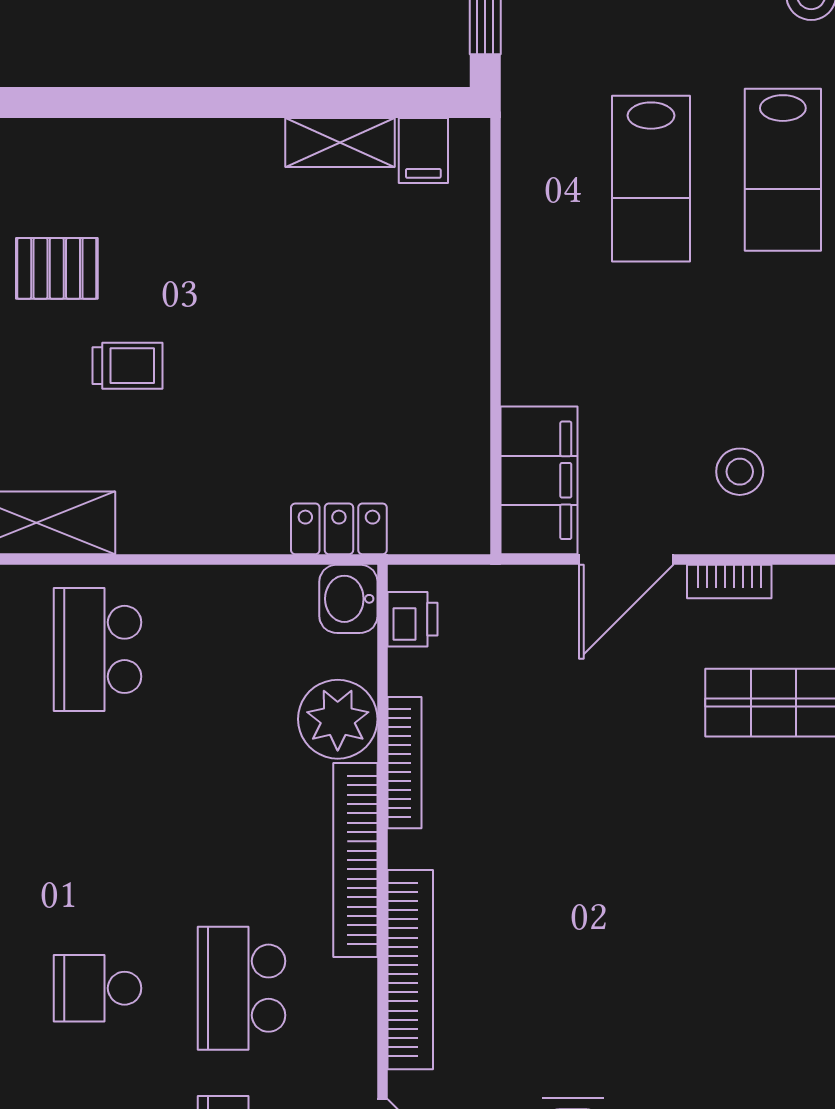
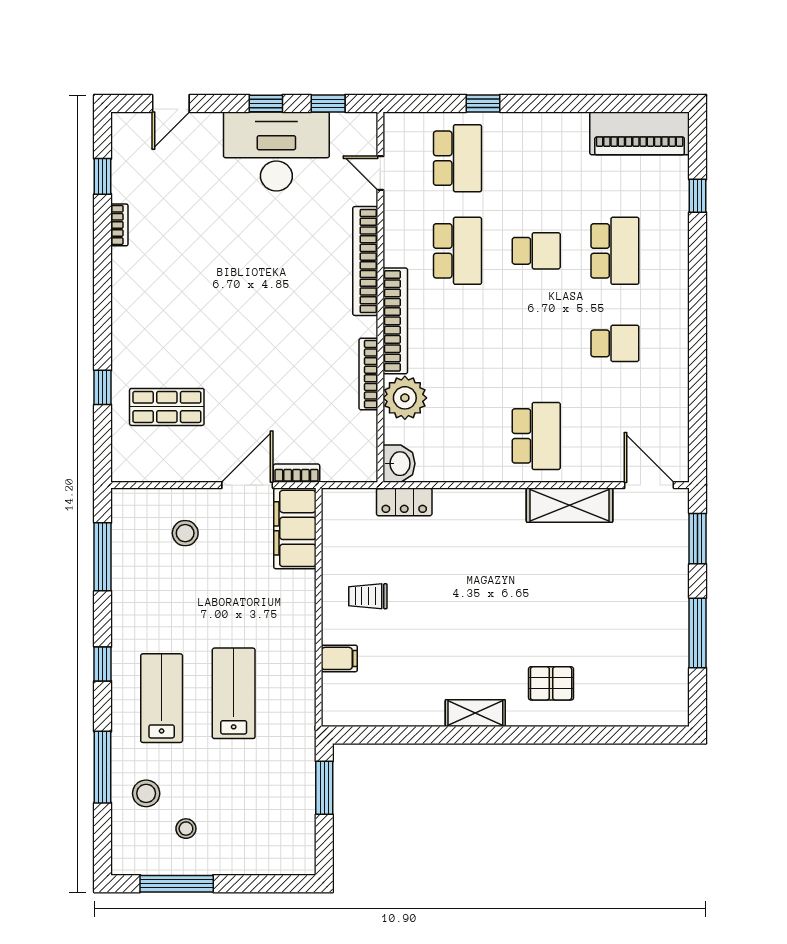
shelving: (340, 142) -> (475, 713), moved
filing cabinet: (423, 150) -> (339, 658), moved, turned 90
pallet: (57, 268) -> (551, 683), moved
trolley: (127, 366) -> (368, 596), moved
bookcase: (729, 581) -> (297, 473), moved
printer: (413, 619) -> (364, 453), removed

